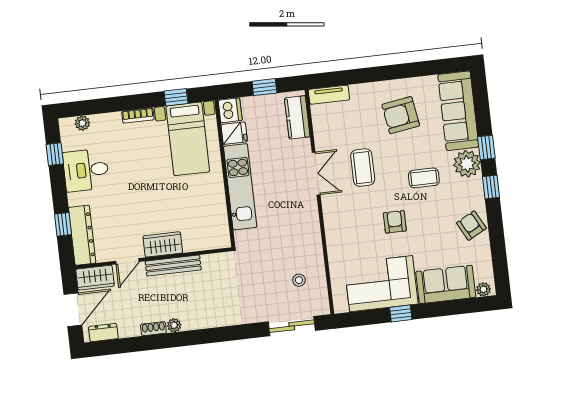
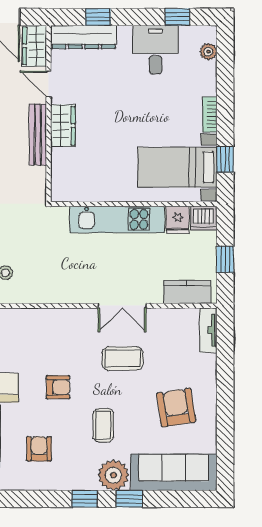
armchair: (471, 226) -> (39, 449), moved, turned -62

